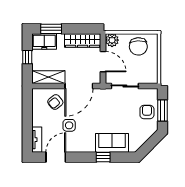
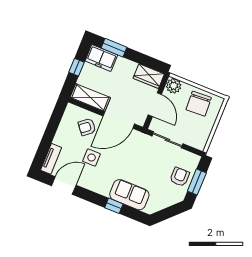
wardrobe: (83, 40) -> (149, 76), width x0.67

